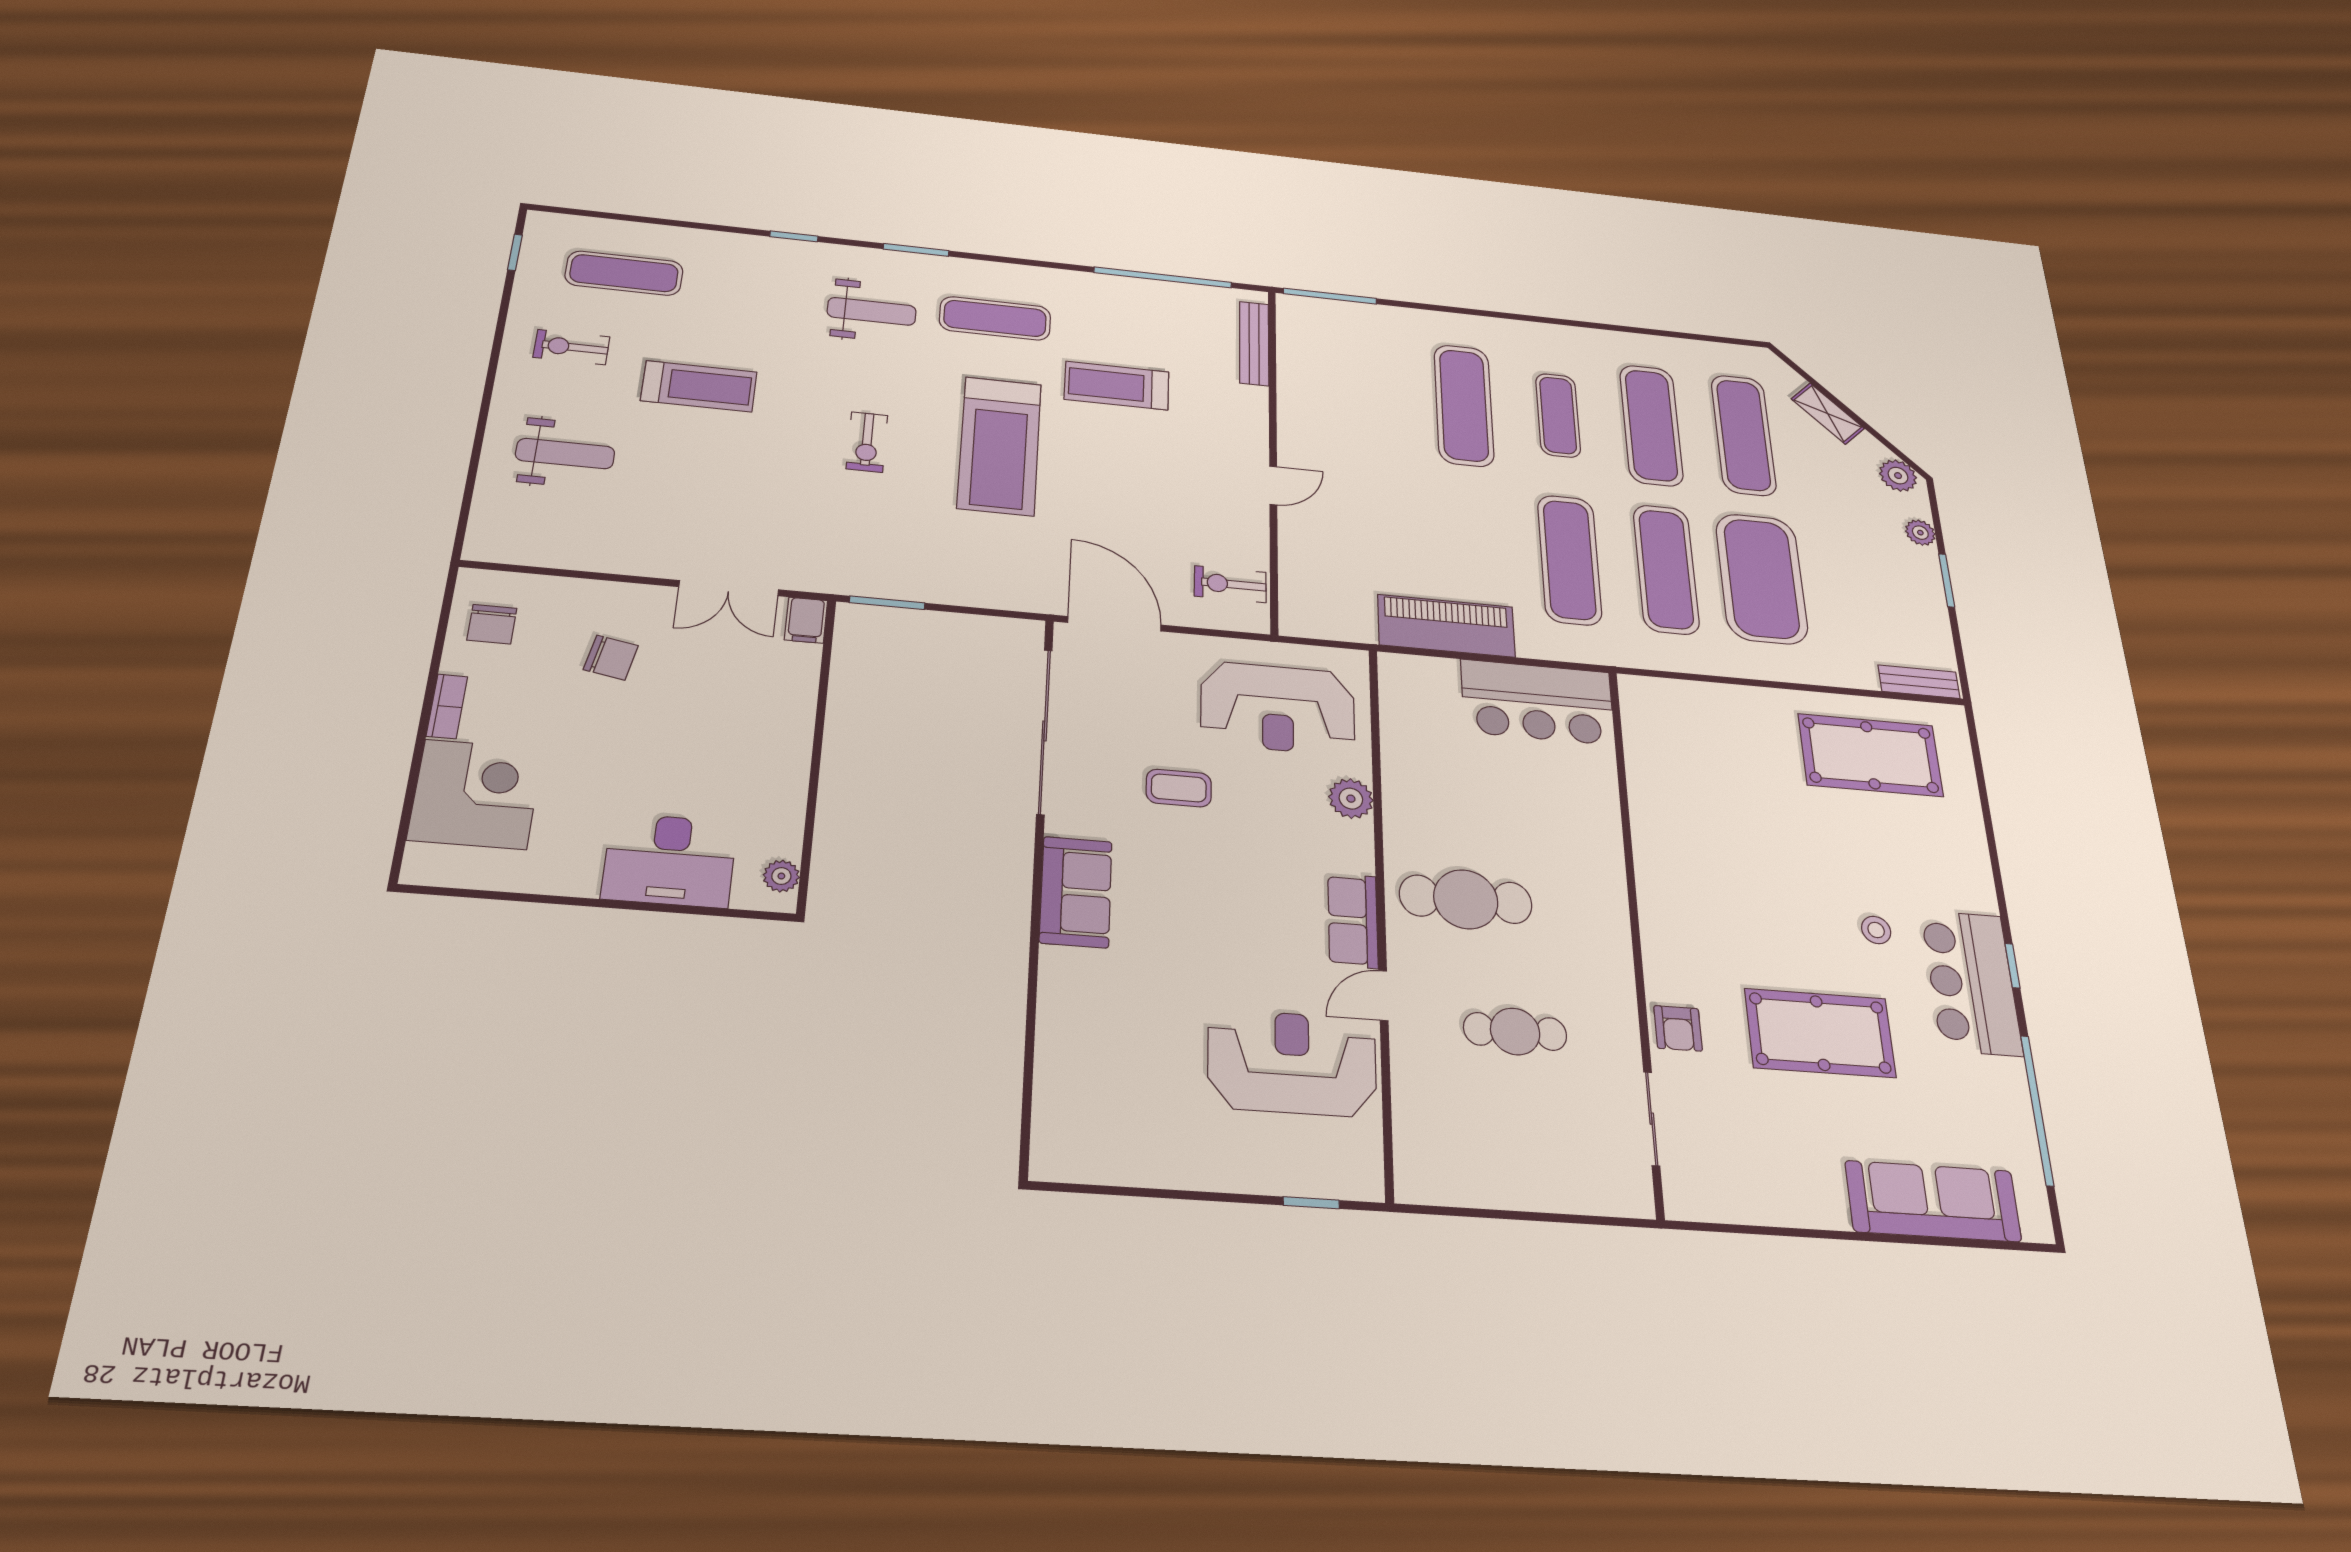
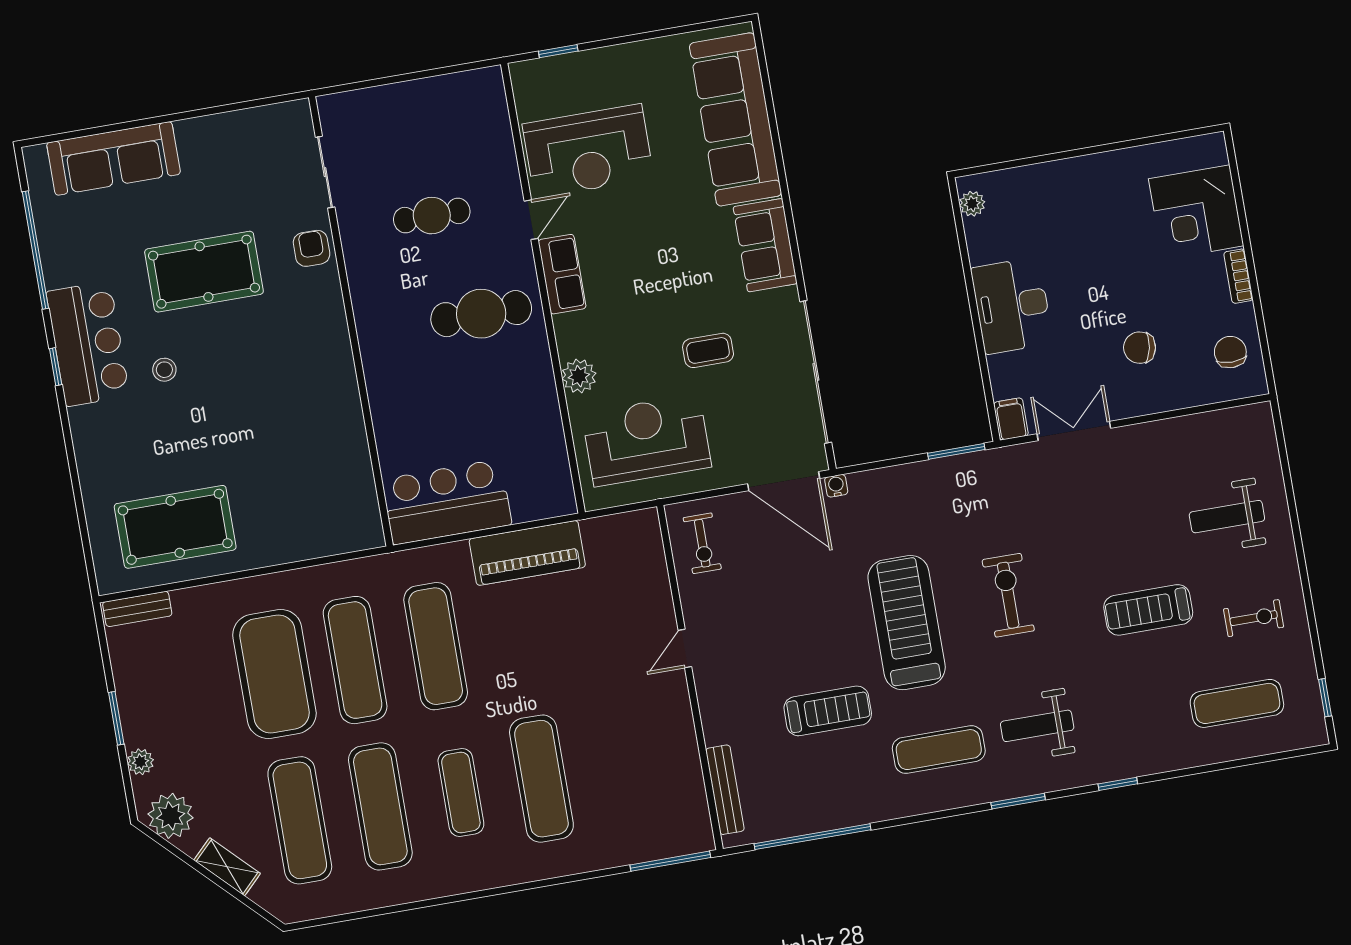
exercise bike: (867, 442) -> (1008, 595), width x1.38, depth x1.39
plant: (1898, 476) -> (171, 816), width x1.36, depth x1.36
exercise bike: (1230, 584) -> (702, 543), turned 90
water cooler: (1050, 603) -> (836, 486), added
desk: (670, 860) -> (1012, 306), moved, turned -90
sofa: (1081, 1056) -> (736, 119), added

